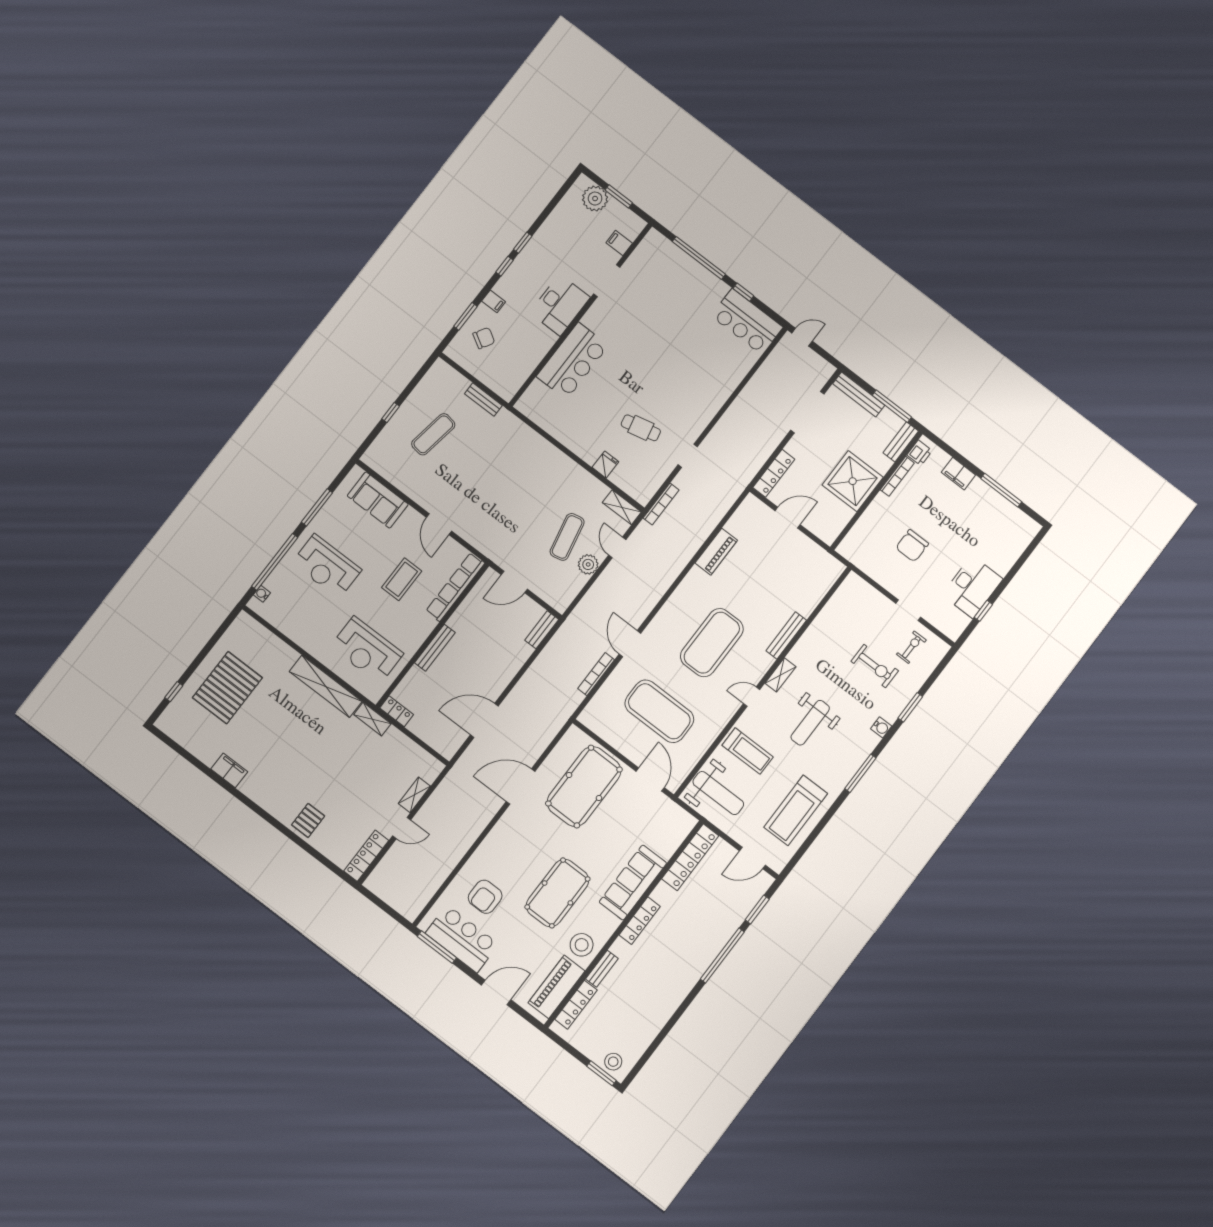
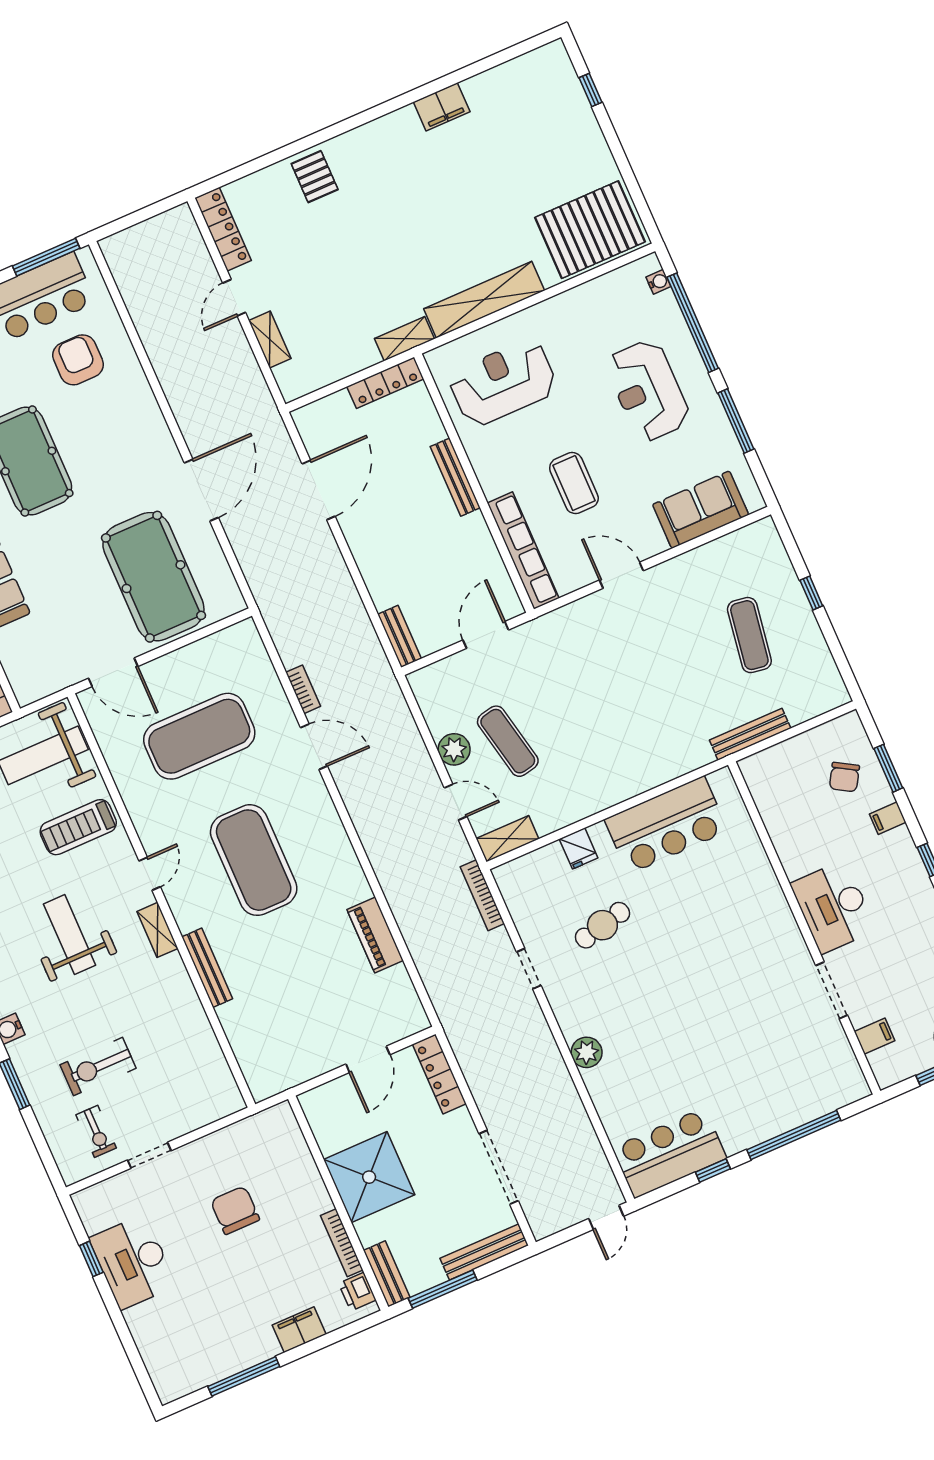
bar counter: (572, 361) -> (666, 825), moved, turned -90
plant: (717, 398) -> (587, 1052), added
bench: (483, 400) -> (750, 734), width x1.36
reception desk: (327, 566) -> (648, 391), turned -90
bookcase: (596, 674) -> (303, 689), width x0.64
pallet: (227, 688) -> (590, 230), moved, turned 90
locker: (397, 711) -> (385, 383), width x1.53

